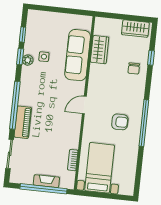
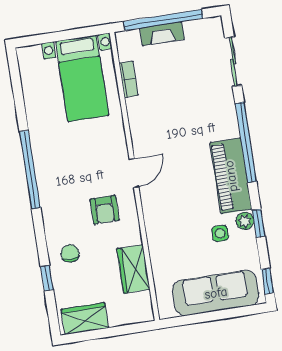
window: (23, 35) -> (268, 281), moved
sofa: (78, 55) -> (216, 293), moved, turned -90
piano: (23, 122) -> (231, 176), moved, width x1.37, depth x1.33
armchair: (120, 122) -> (105, 210), moved, turned -90

